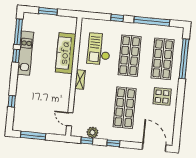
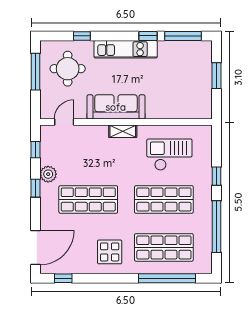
kitchen unit: (26, 53) -> (126, 49), moved
sofa: (66, 53) -> (116, 107), moved
round table: (33, 113) -> (68, 69), added
window: (177, 130) -> (63, 278), added
plant: (92, 132) -> (48, 174), moved

